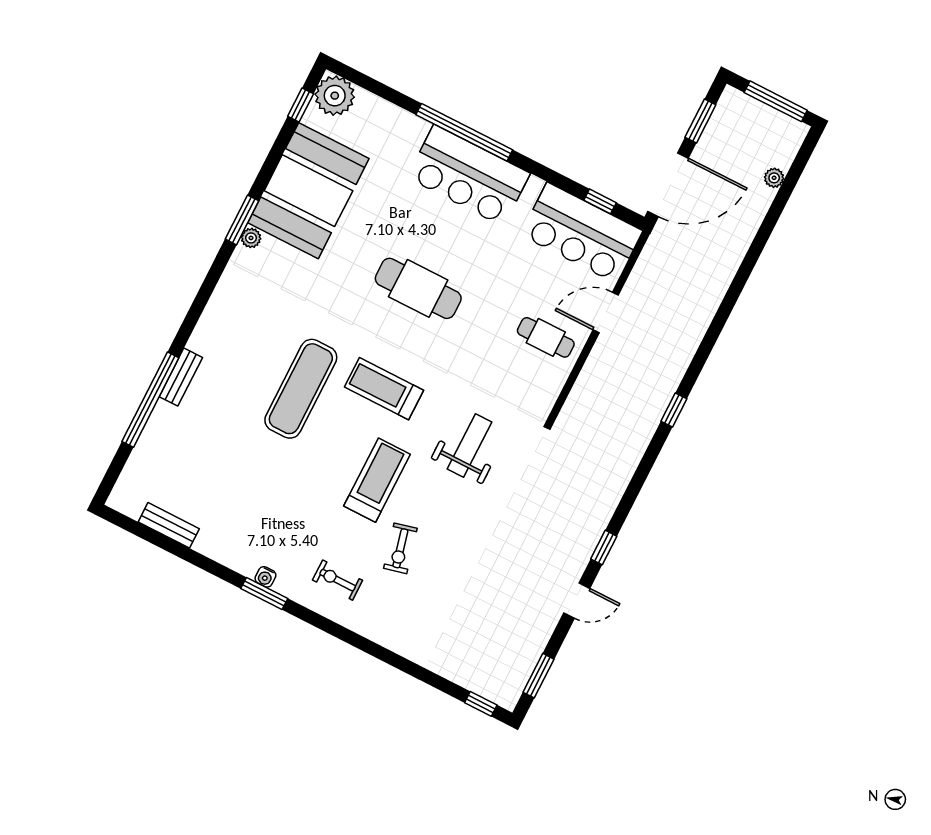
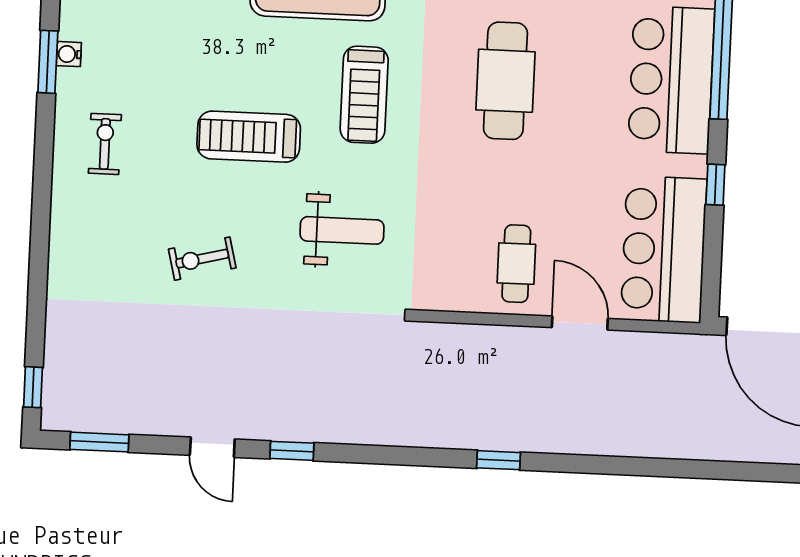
window: (600, 201) -> (715, 185), moved
treadmill: (384, 389) -> (364, 95), turned 180
treadmill: (377, 480) -> (249, 137), turned 180
exercise bike: (400, 548) -> (202, 259), moved

